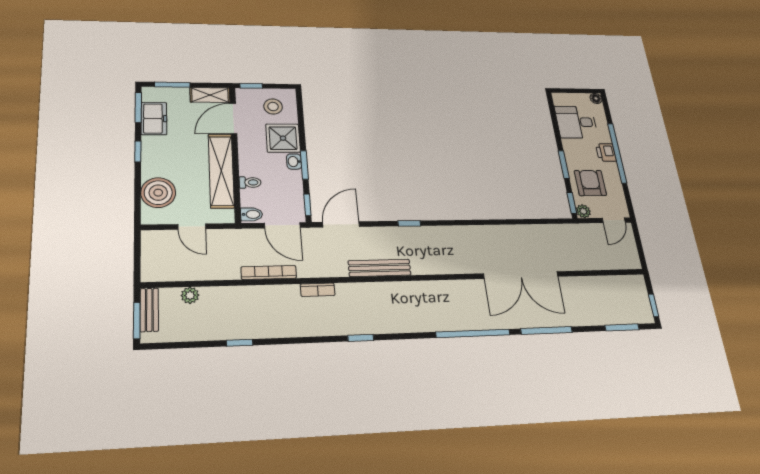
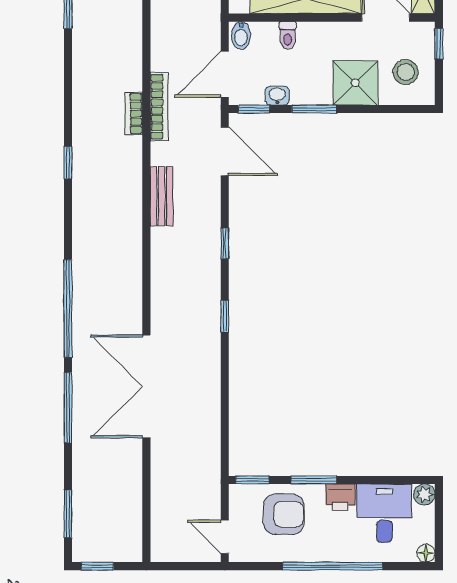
printer: (606, 152) -> (341, 497), moved, turned 180
washbasin: (294, 162) -> (277, 96), moved
plant: (583, 211) -> (424, 494), moved
window: (462, 223) -> (225, 316), added
bench: (380, 268) -> (162, 196), width x0.73
bookcase: (269, 272) -> (159, 107), moved

